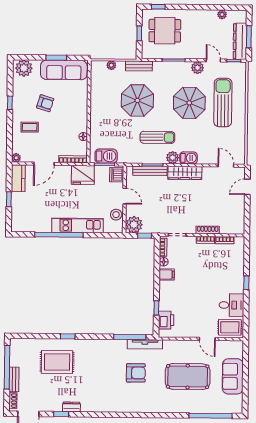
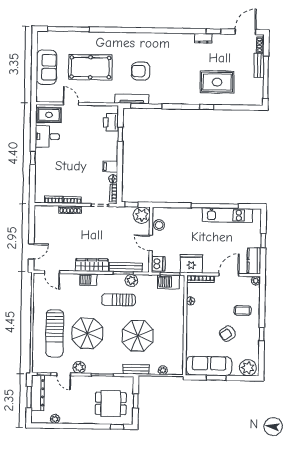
armchair: (45, 103) -> (227, 334), turned -51
plant: (173, 158) -> (131, 280), moved
kitchen unit: (78, 225) -> (227, 215), moved

